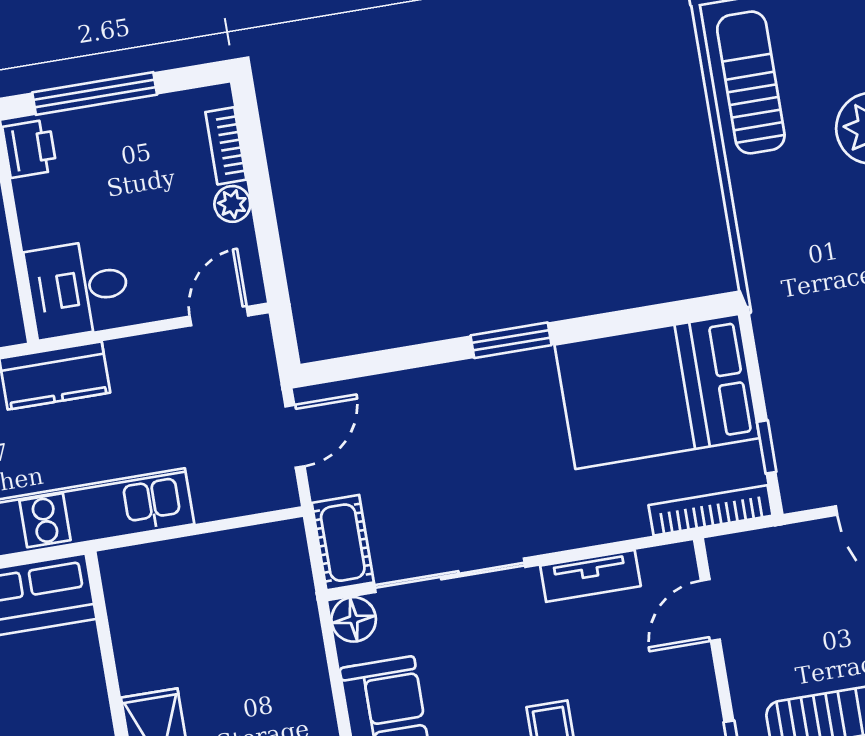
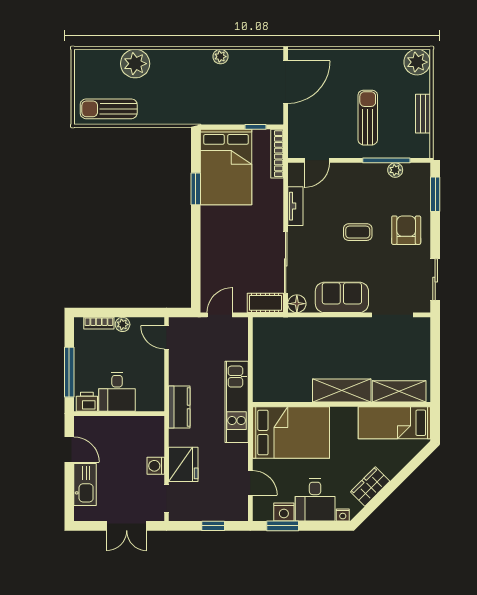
desk: (78, 289) -> (117, 392), moved
window: (511, 340) -> (196, 189), moved
door: (295, 436) -> (220, 315), hinge flipped
door: (710, 610) -> (317, 160), hinge flipped

